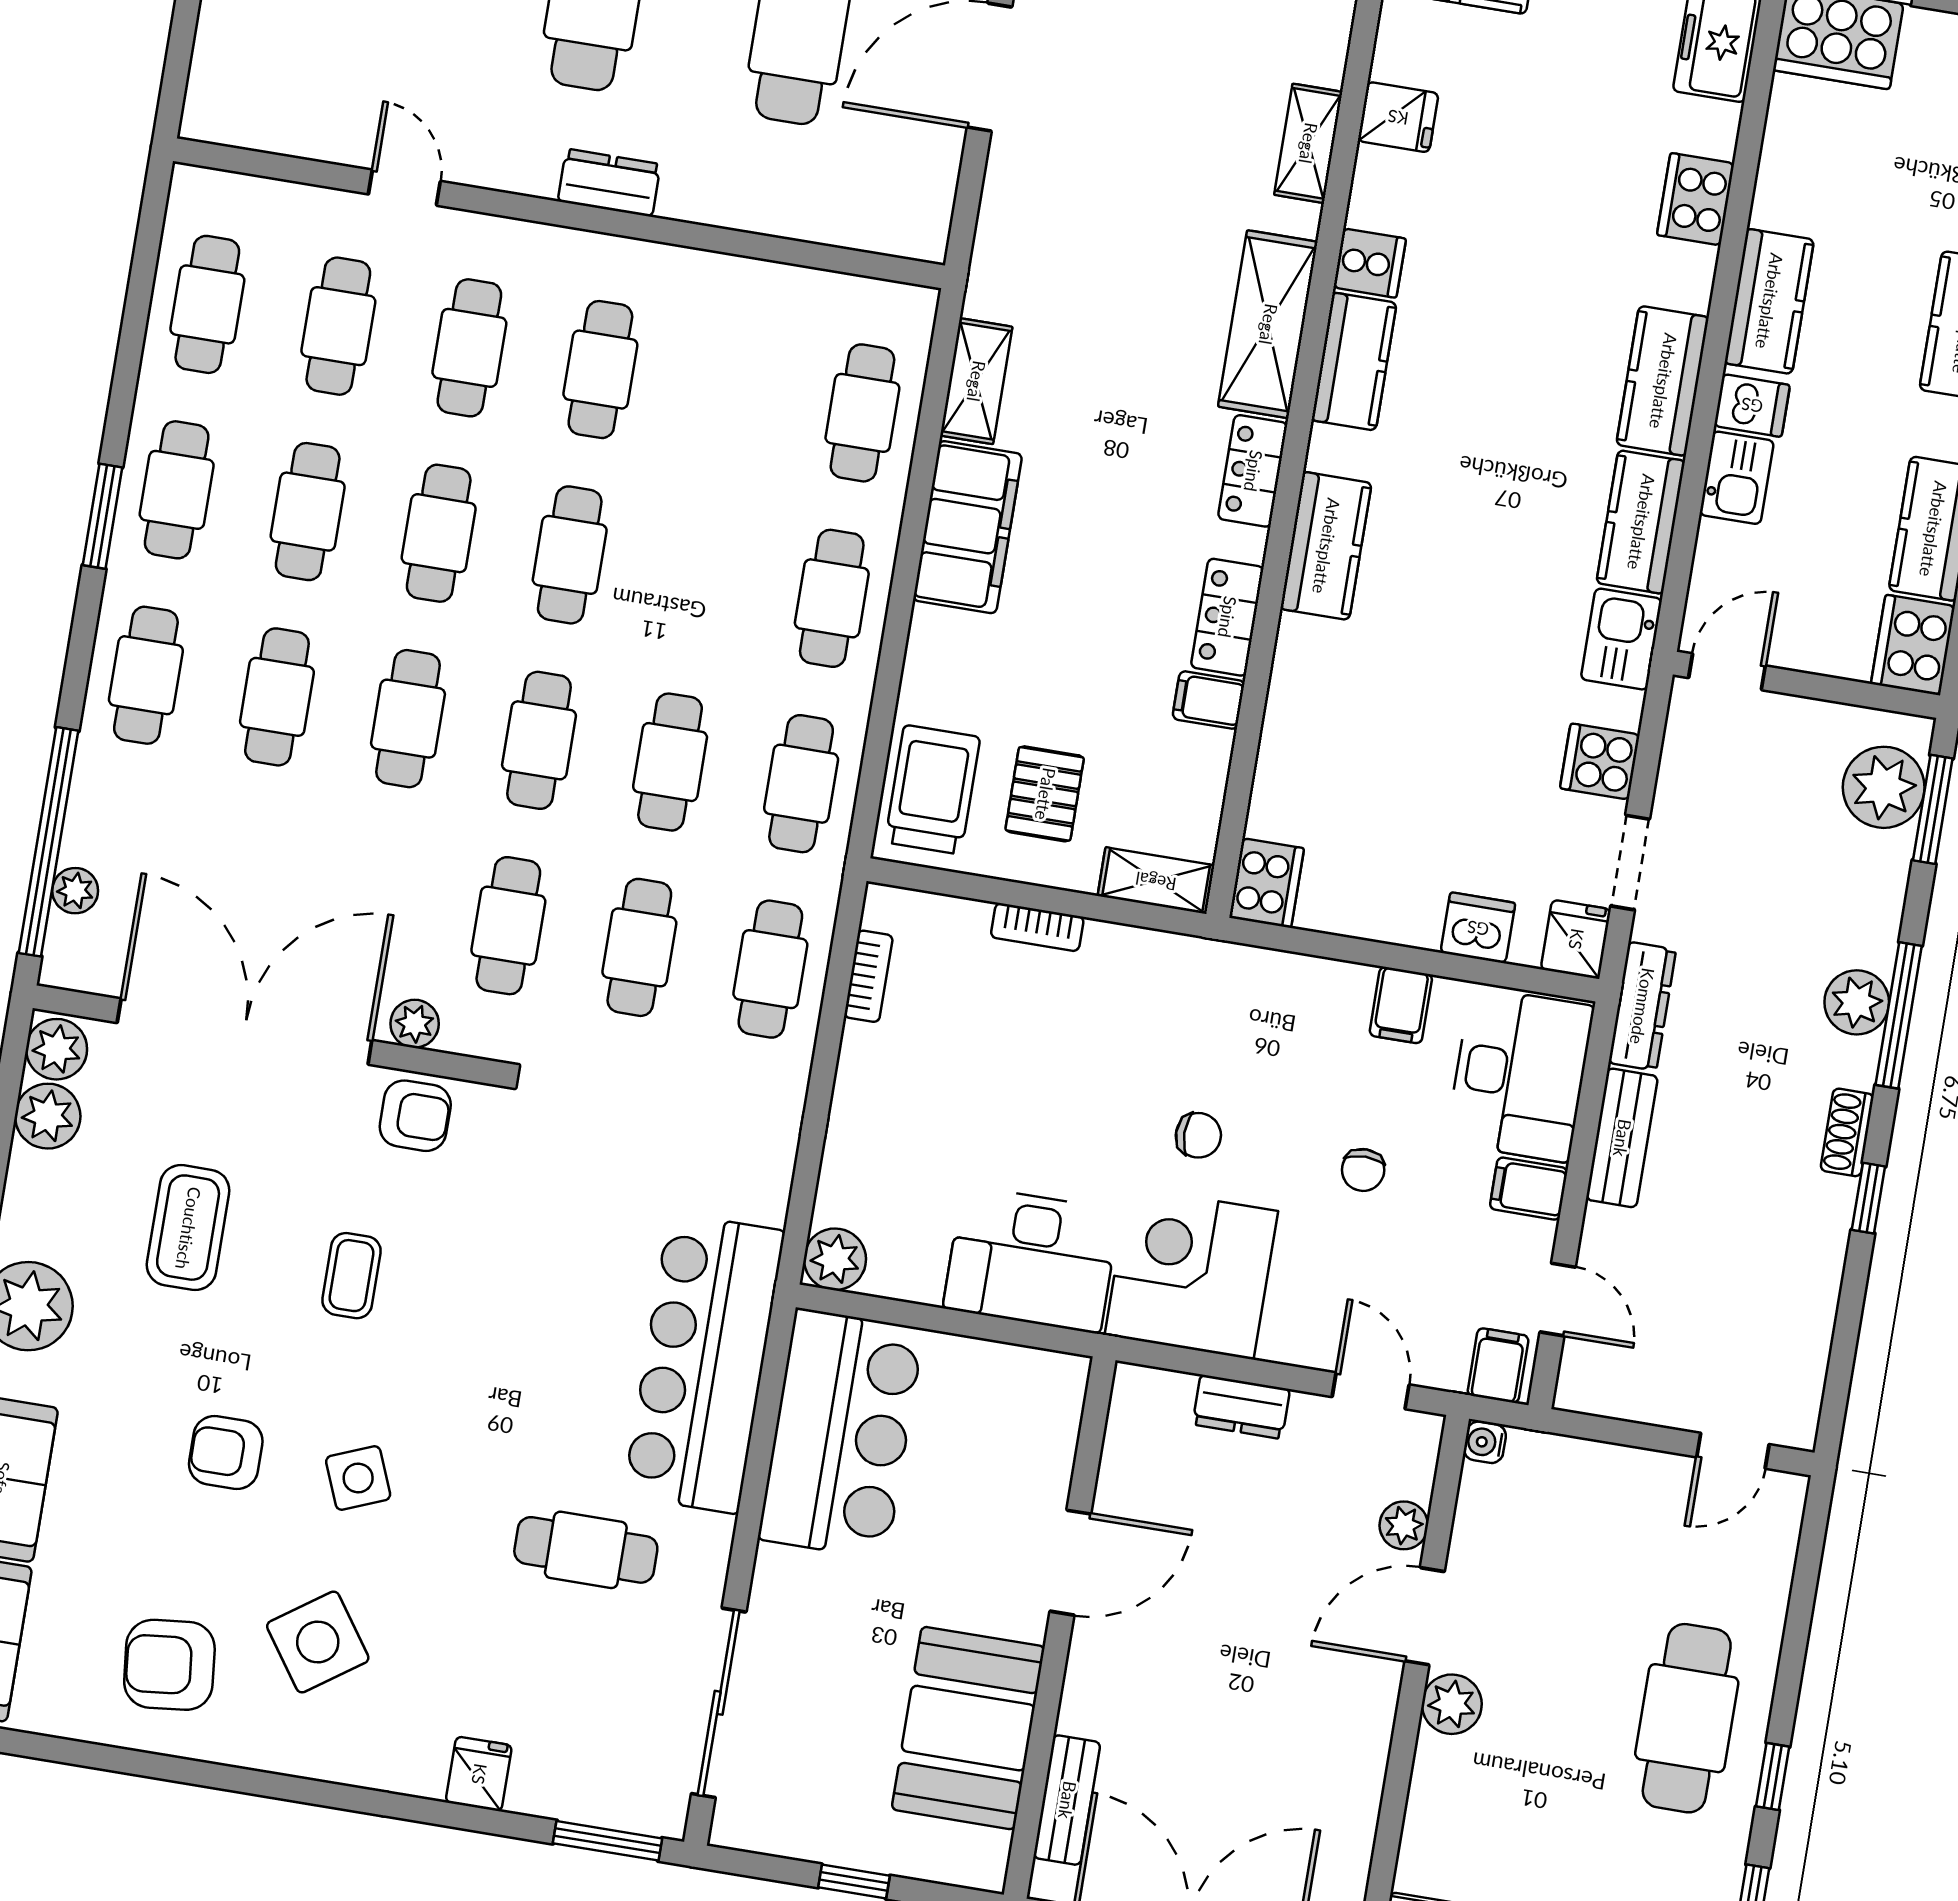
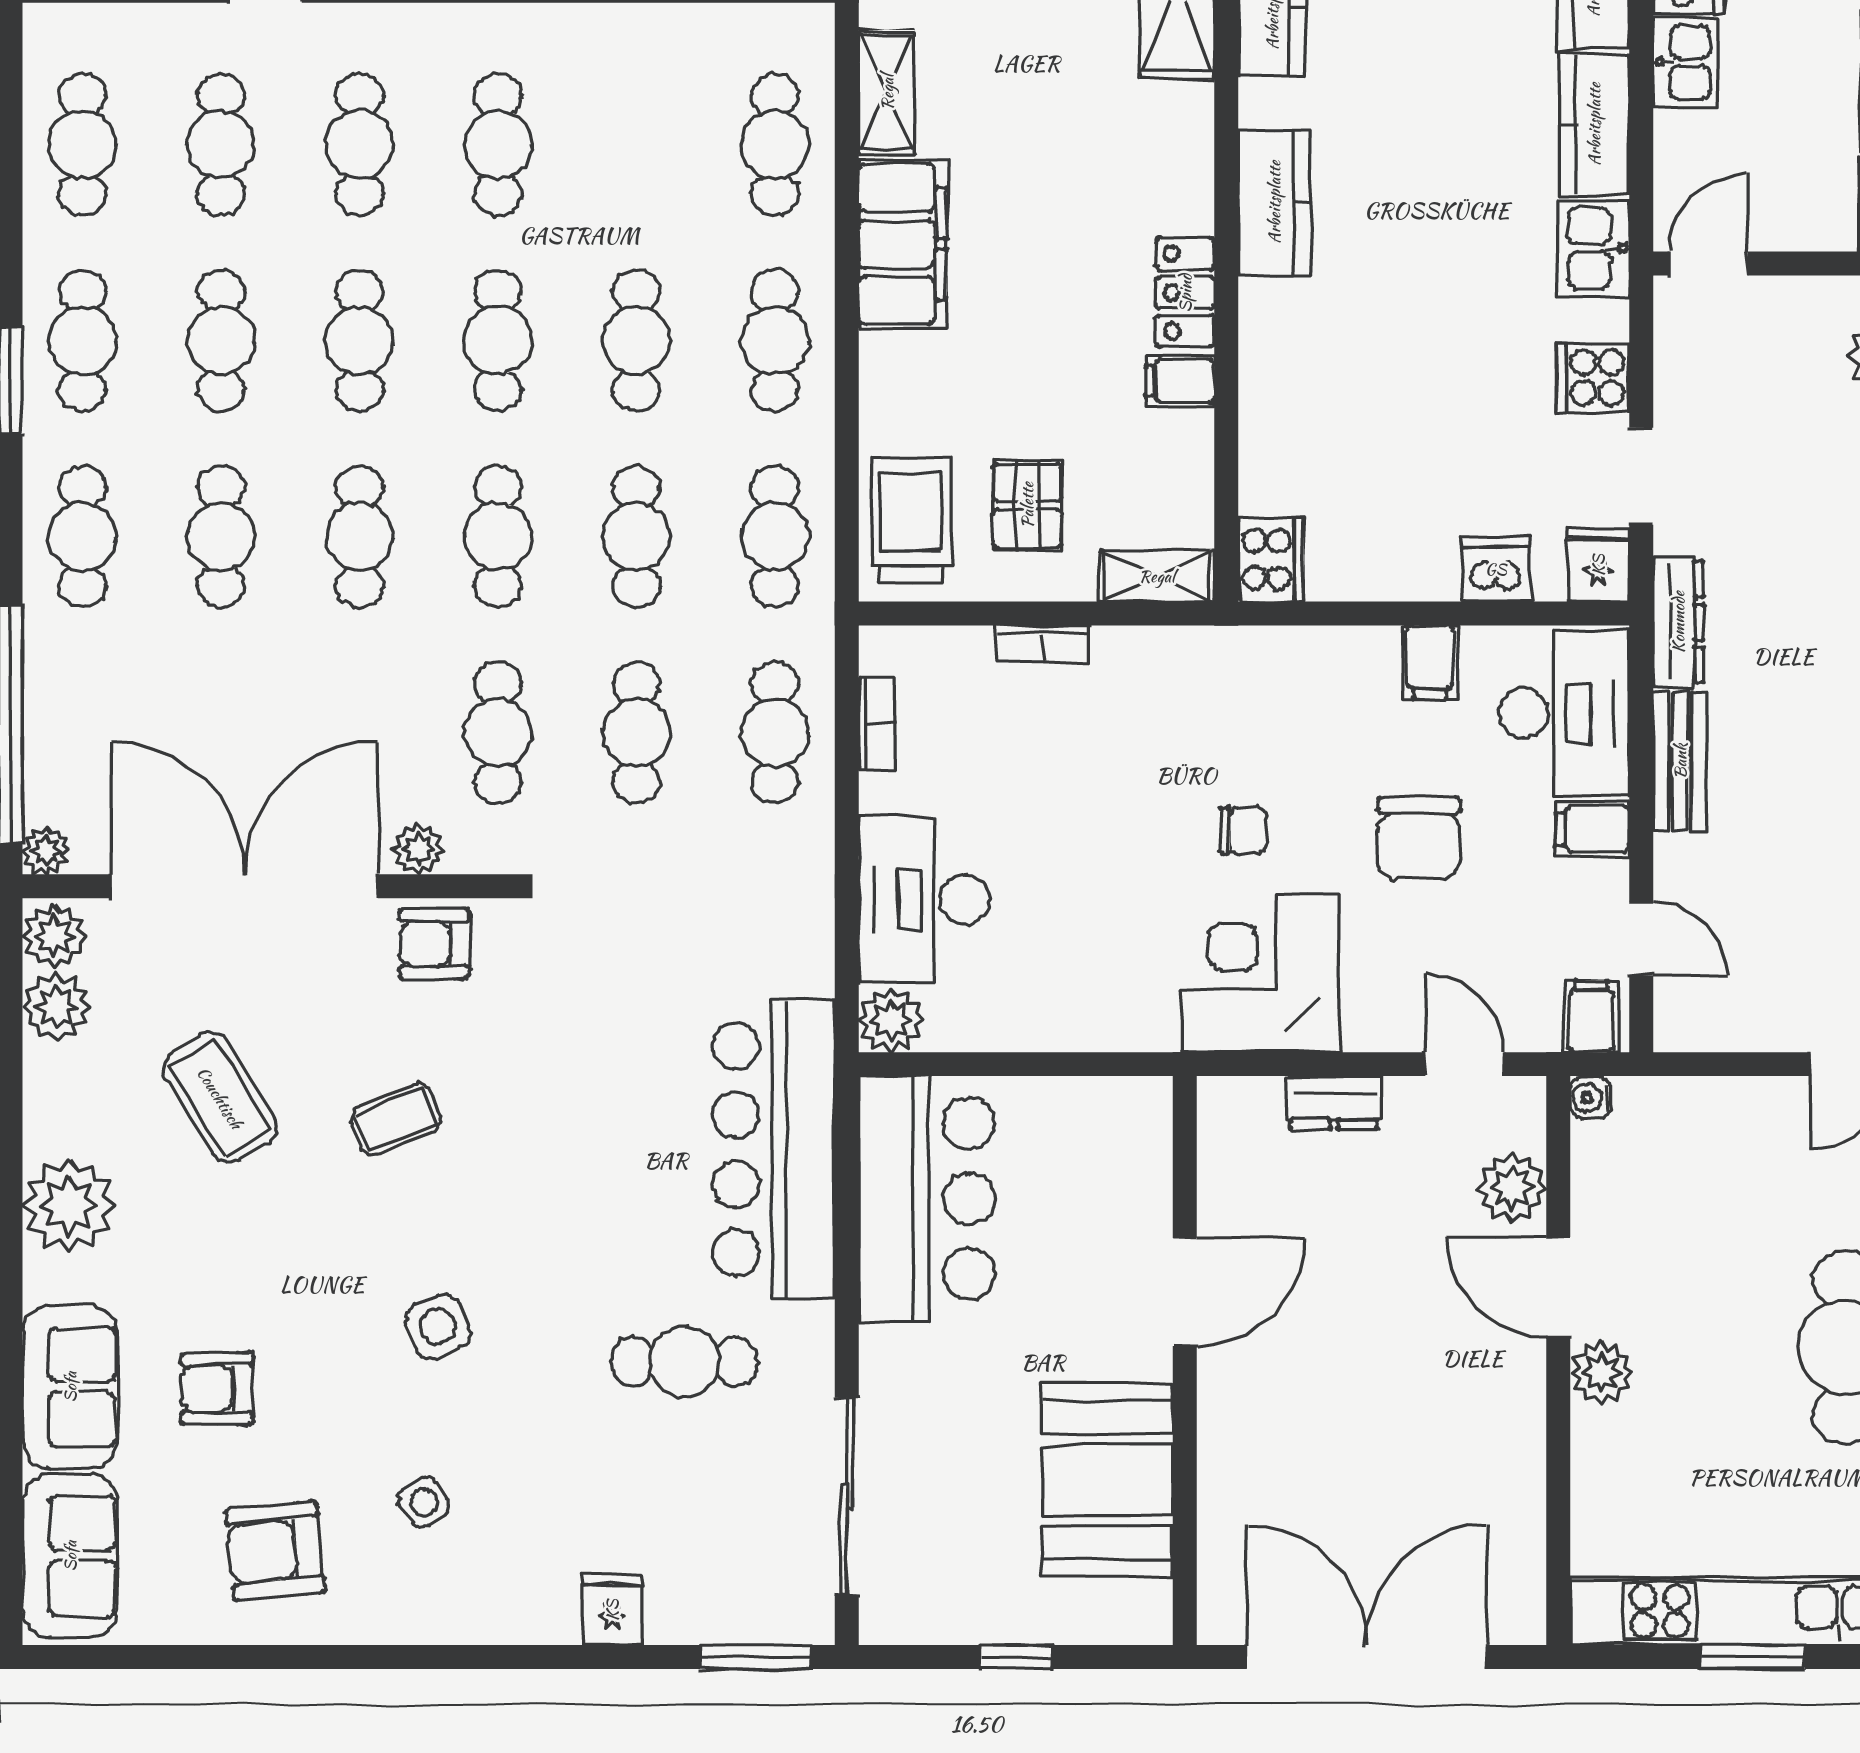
locker: (1253, 471) -> (1186, 138), removed
cafe table: (701, 577) -> (636, 341), added
plant: (75, 891) -> (46, 851), moved
armchair: (415, 1116) -> (434, 944), turned 180
chair: (1363, 1170) -> (1419, 838), width x1.87, depth x1.87
coffee table: (188, 1228) -> (220, 1098), turned -32
desk: (1031, 1259) -> (924, 900), moved, turned 90
coffee table: (351, 1276) -> (396, 1119), turned 67
armchair: (226, 1453) -> (217, 1389), moved
plant: (1404, 1525) -> (1512, 1188), width x1.38, depth x1.38
door: (1425, 1616) -> (1558, 1287), hinge flipped
side table: (318, 1642) -> (424, 1502), width x0.54, depth x0.54
bench: (1067, 1800) -> (1221, 1537), removed

